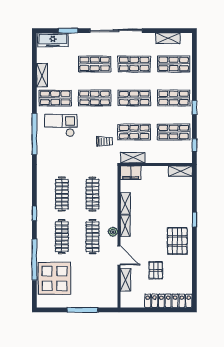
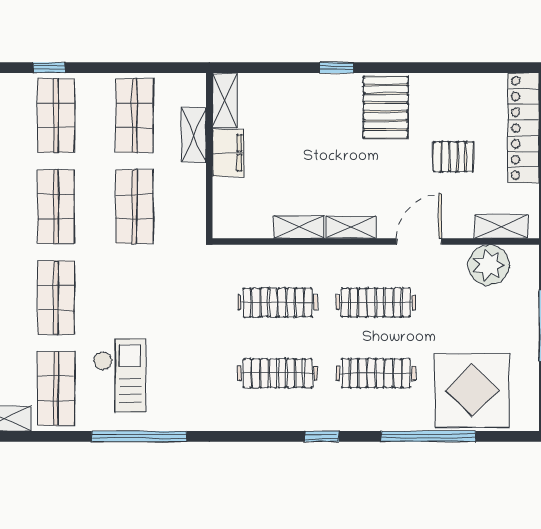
window: (194, 108) -> (49, 68), moved
checkout: (61, 125) -> (119, 375), turned 180
trolley: (105, 141) -> (156, 275), removed
window: (194, 145) -> (165, 68), removed
shelving: (133, 158) -> (194, 135), moved
filing cabinet: (131, 173) -> (228, 153), moved
plant: (113, 232) -> (489, 265), moved, width x1.88, depth x1.88
pallet: (177, 241) -> (386, 107), turned 90
shelving: (126, 280) -> (501, 226), moved

